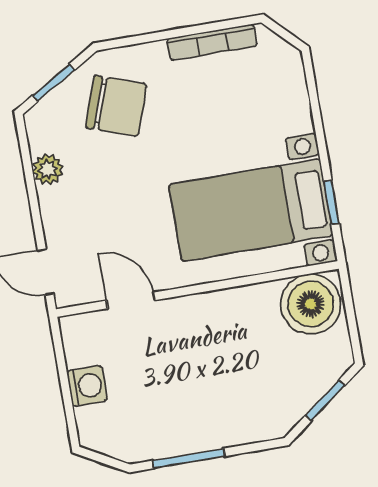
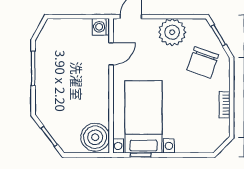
bookcase: (212, 42) -> (225, 105), width x0.64
plant: (48, 169) -> (172, 32), width x1.88, depth x1.88
washing machine: (87, 386) -> (101, 27), moved, turned 90

